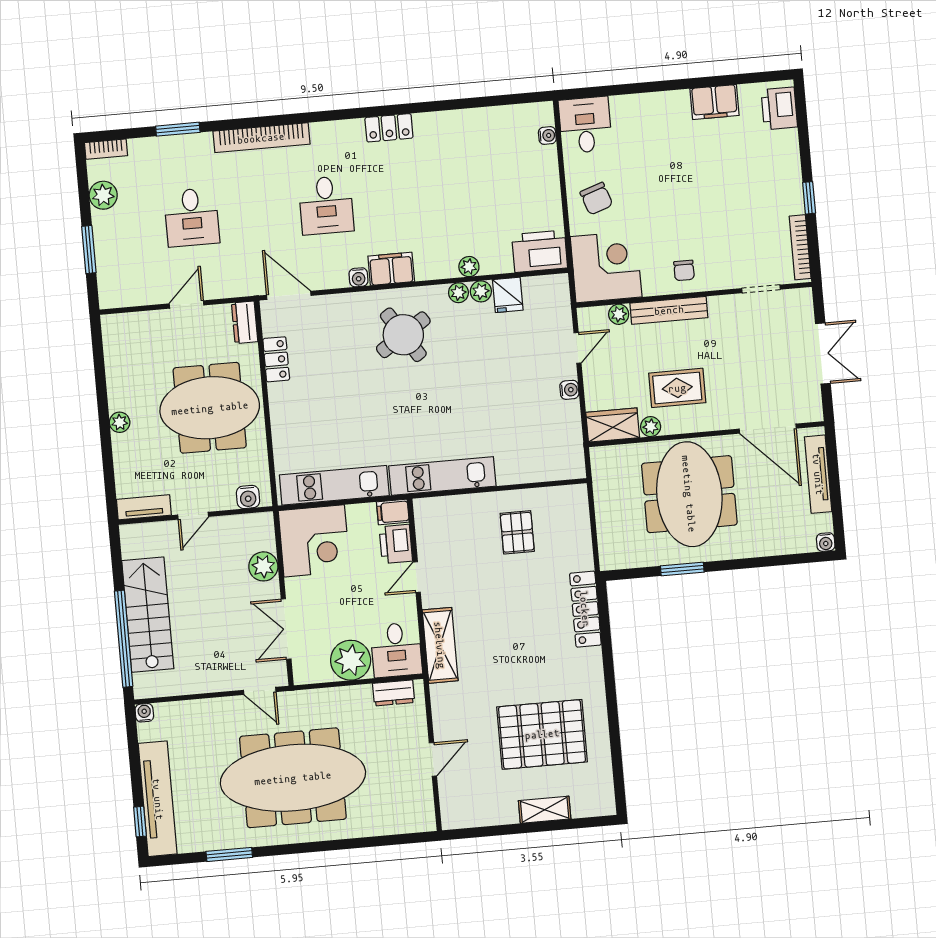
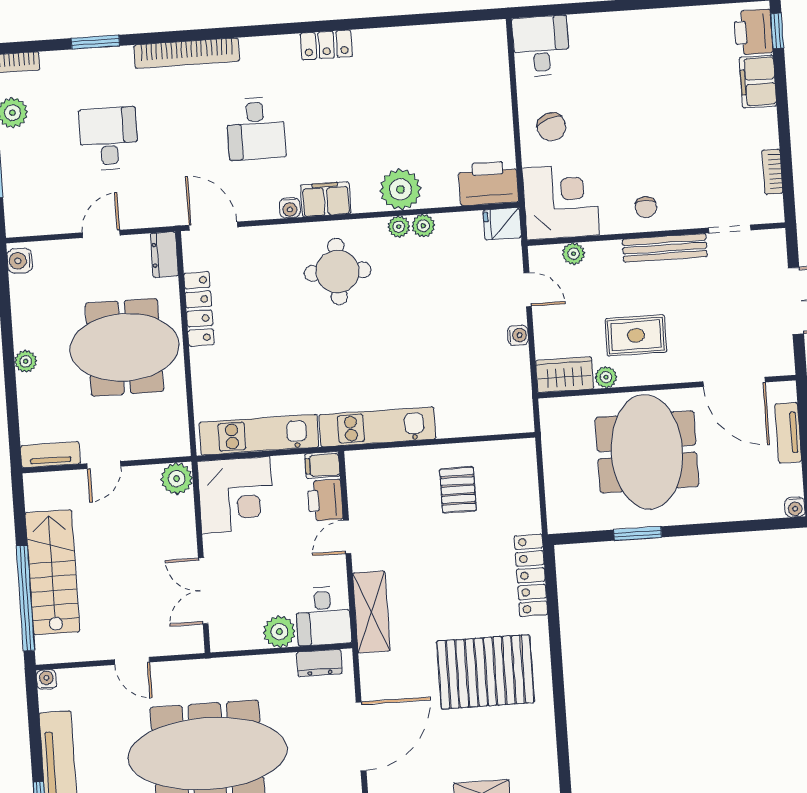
filing cabinet: (714, 102) -> (758, 82), moved, turned 90
water cooler: (547, 136) -> (499, 57), removed
window: (809, 198) -> (777, 31), moved
desk: (192, 217) -> (109, 139), turned 180
bookcase: (800, 247) -> (772, 172), width x0.64
plant: (469, 267) -> (400, 189), width x1.87, depth x1.87
fridge: (508, 295) -> (502, 224), moved, turned 90
bench: (669, 310) -> (665, 248), moved
round table: (403, 335) -> (338, 272), turned 33
door: (577, 348) -> (528, 290), hinge flipped
locker: (276, 359) -> (199, 309), width x1.53
tv unit: (818, 474) -> (788, 433), width x0.71
water cooler: (248, 497) -> (20, 261), moved, turned 90
plant: (263, 566) -> (177, 479), moved
plant: (351, 660) -> (279, 632), width x0.73, depth x0.73
door: (260, 691) -> (132, 661), moved
pallet: (542, 734) -> (485, 672), moved
door: (433, 759) -> (361, 736), width x1.88

